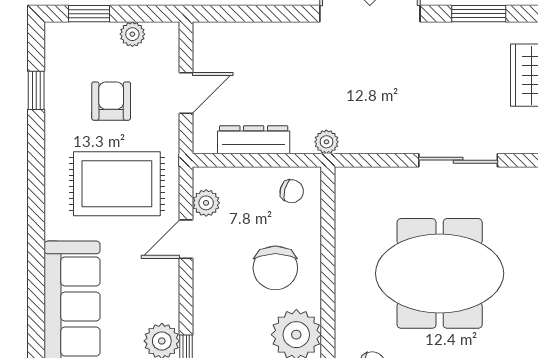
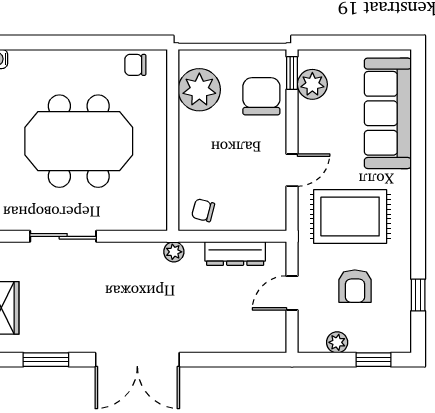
plant: (206, 203) -> (275, 200), removed
chair: (275, 268) -> (261, 96), moved

